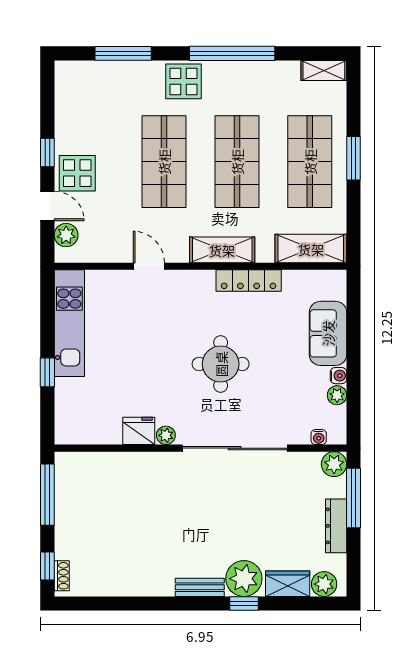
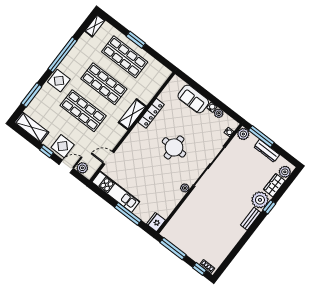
shelving: (311, 249) -> (32, 127), moved, turned 90
door: (149, 266) -> (108, 158), moved
window: (47, 372) -> (128, 214), width x2.17
fridge: (139, 431) -> (156, 222), moved

